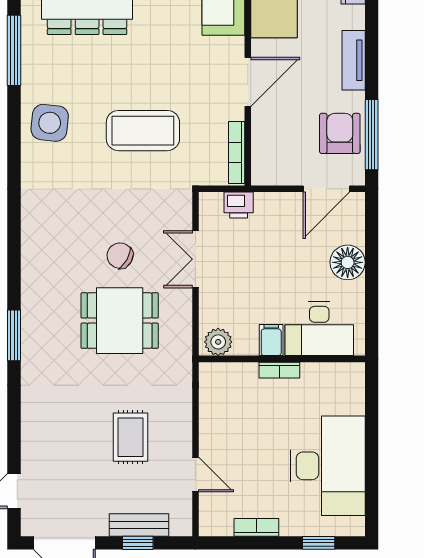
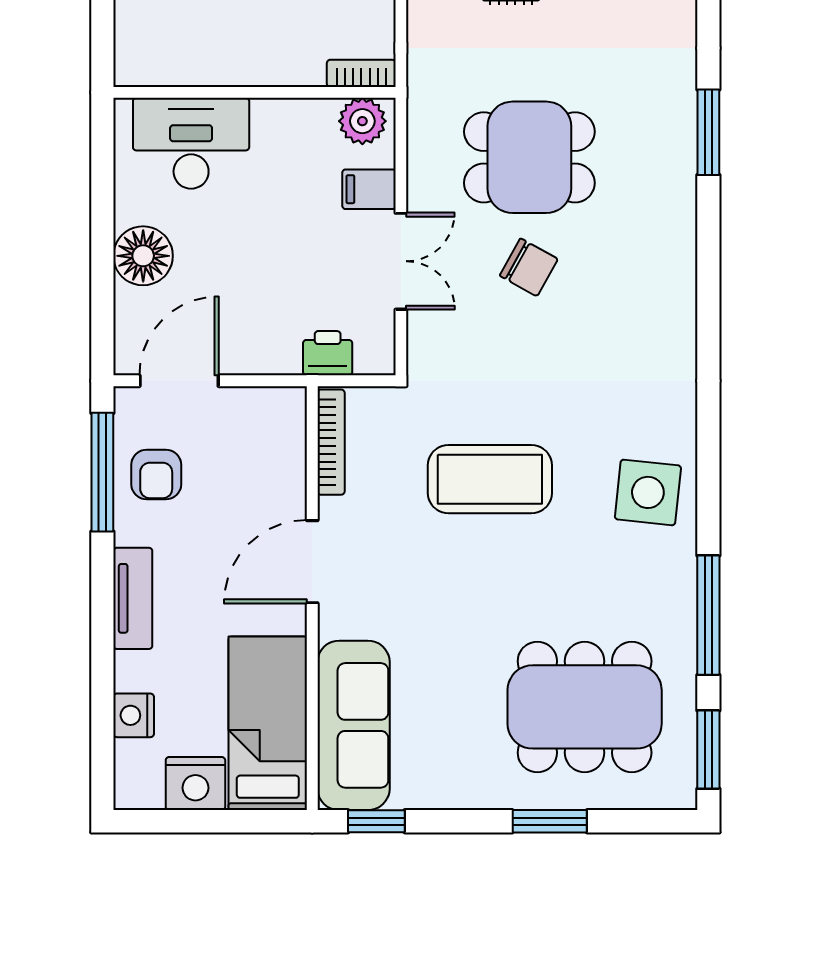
armchair: (340, 133) -> (156, 475), width x0.72, depth x0.72
filing cabinet: (271, 340) -> (369, 189), moved, turned 90
bookcase: (279, 370) -> (361, 73), moved

